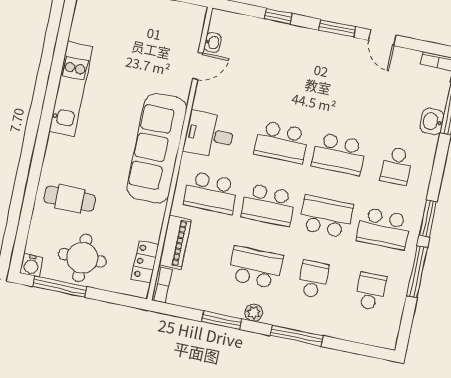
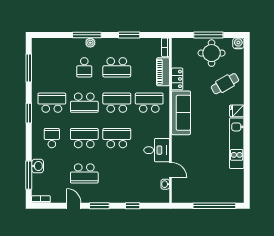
door: (198, 66) -> (170, 170), swing flipped
desk: (209, 135) -> (157, 150), moved
fridge: (59, 146) -> (237, 111), added
sofa: (157, 148) -> (181, 113), width x0.74, depth x0.79
cafe table: (70, 199) -> (225, 84), turned -30
locker: (145, 262) -> (177, 79), moved
window: (417, 272) -> (29, 68), moved
window: (60, 287) -> (208, 35), moved
school desk: (371, 291) -> (84, 173), moved, width x1.85
plant: (254, 313) -> (90, 43), moved

